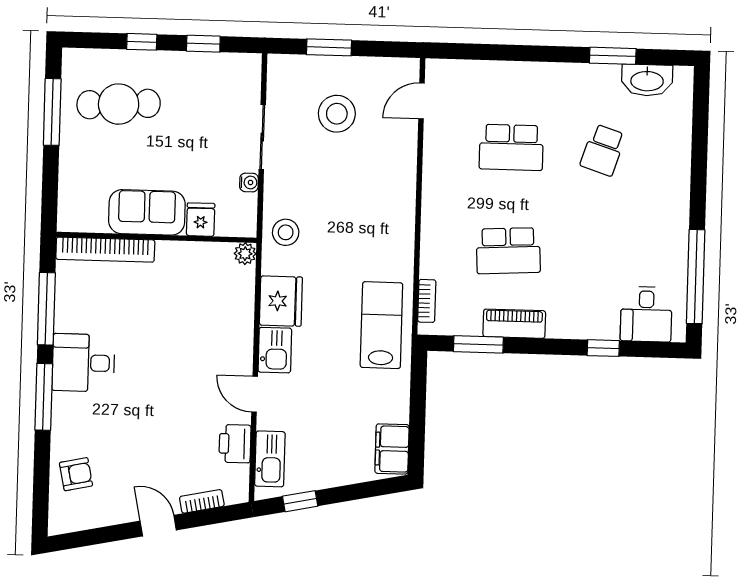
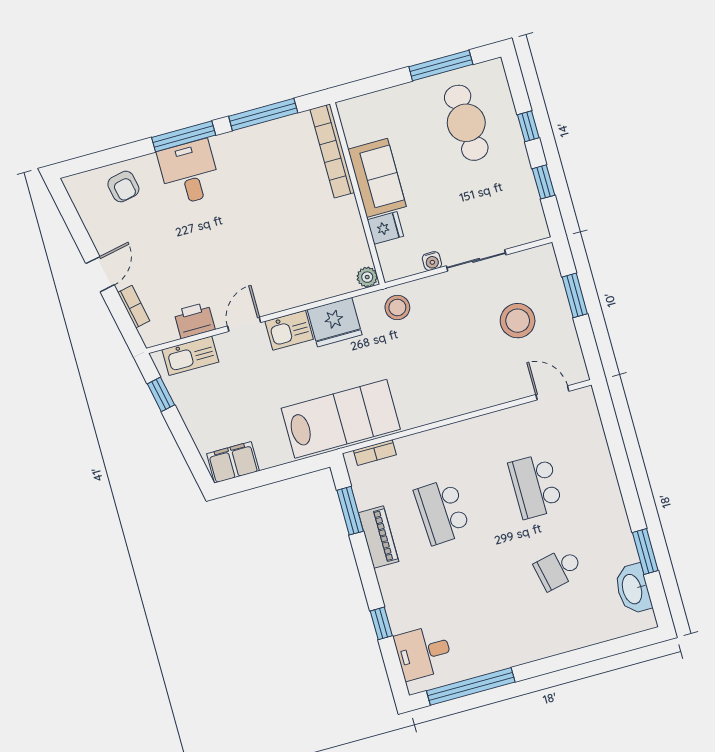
school desk: (603, 150) -> (558, 569), turned -30
lab bench: (381, 325) -> (341, 419), width x1.36, depth x1.39
desk: (83, 363) -> (189, 172), moved

